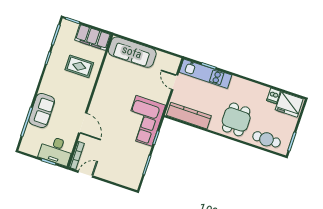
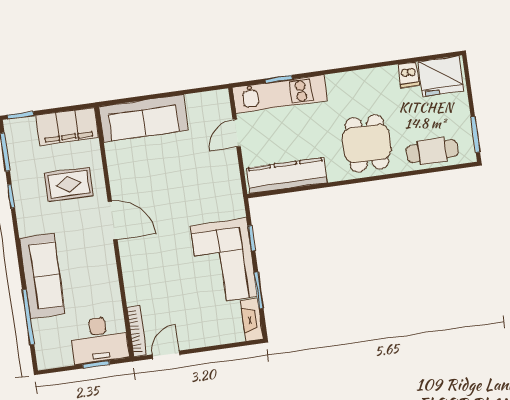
door: (175, 82) -> (237, 133), hinge flipped
sofa: (42, 111) -> (42, 276), width x1.36
corner sofa: (144, 121) -> (224, 261), moved
door: (83, 123) -> (113, 220), moved
fireplace: (136, 178) -> (252, 320), added

